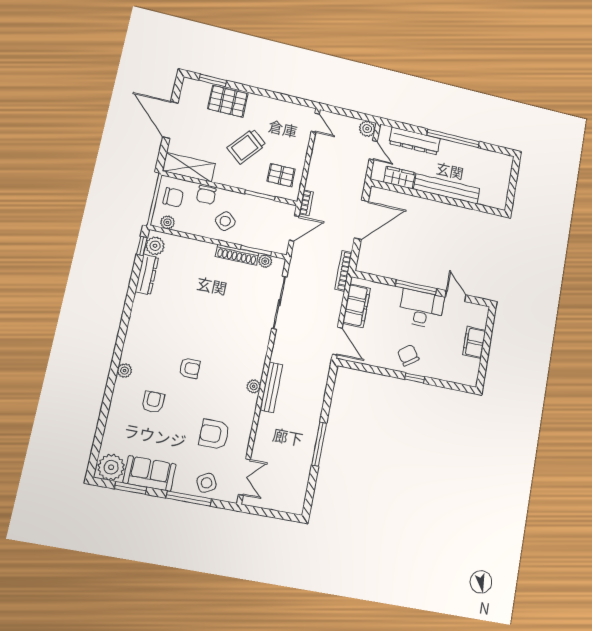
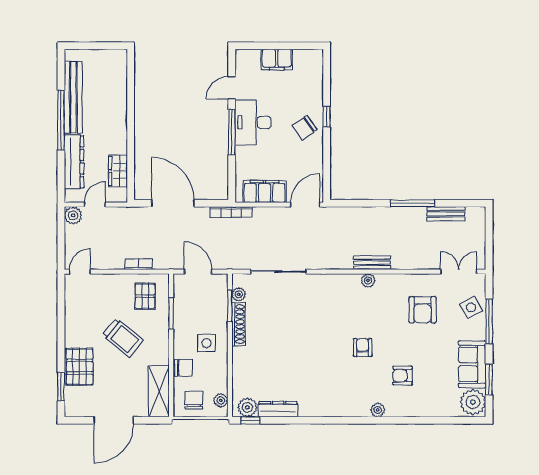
bench: (447, 189) -> (73, 97), moved
bookcase: (306, 203) -> (139, 264), moved
side table: (225, 221) -> (206, 343), turned 45
bench: (271, 387) -> (372, 263), width x0.73
bench: (303, 475) -> (446, 214), added

